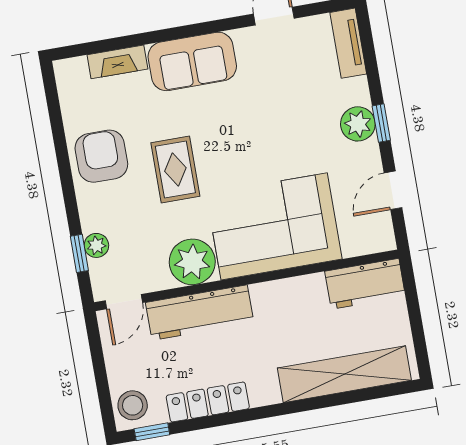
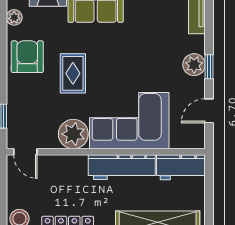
plant: (96, 245) -> (14, 17), moved
door: (124, 302) -> (25, 152), hinge flipped
workbench: (200, 313) -> (122, 167), moved

